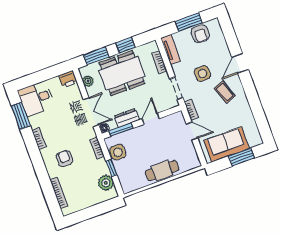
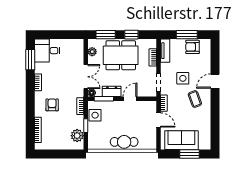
armchair: (200, 34) -> (192, 47), turned 88
printer: (68, 79) -> (77, 45), removed

